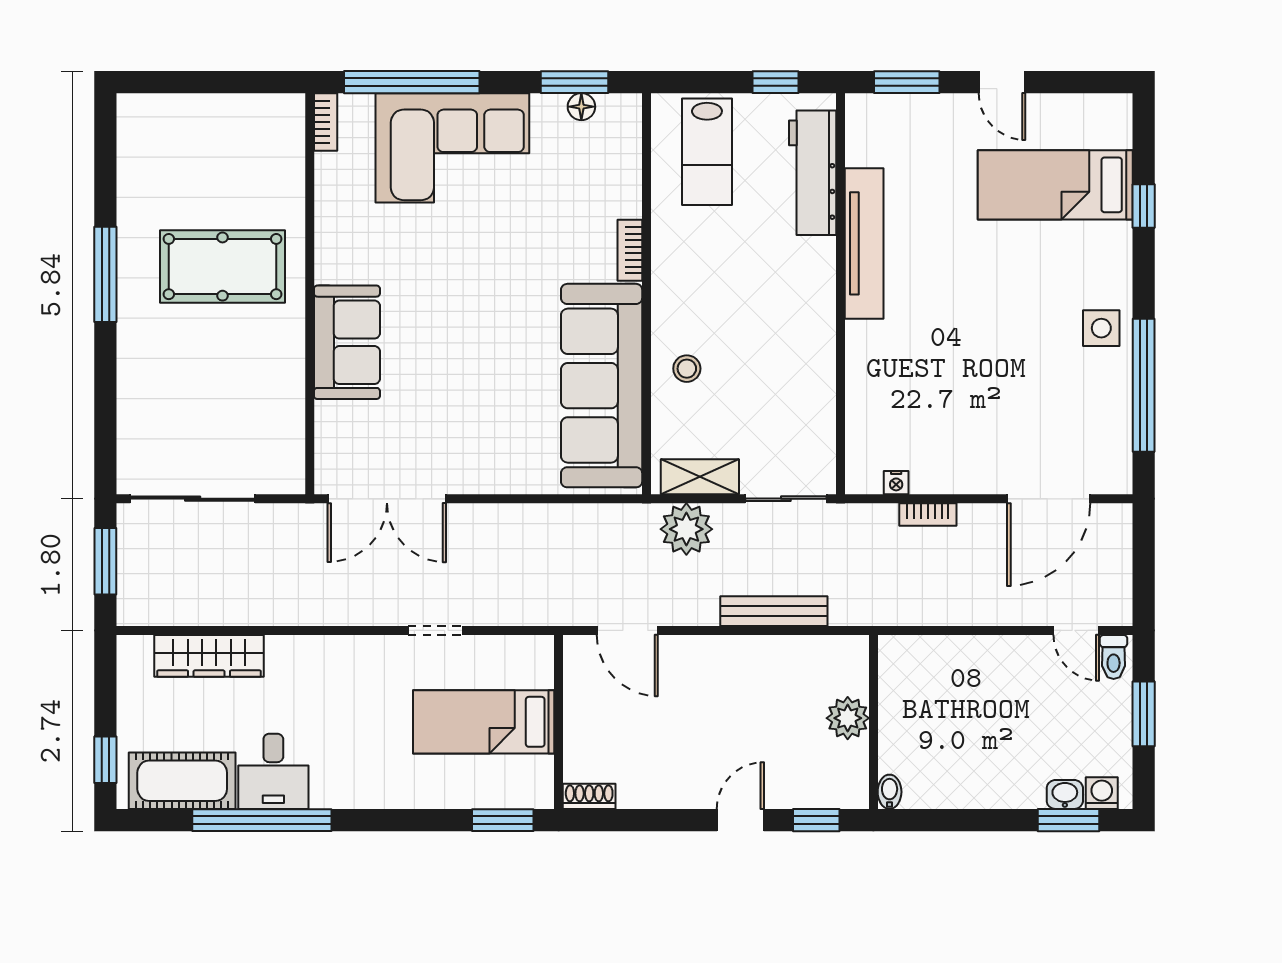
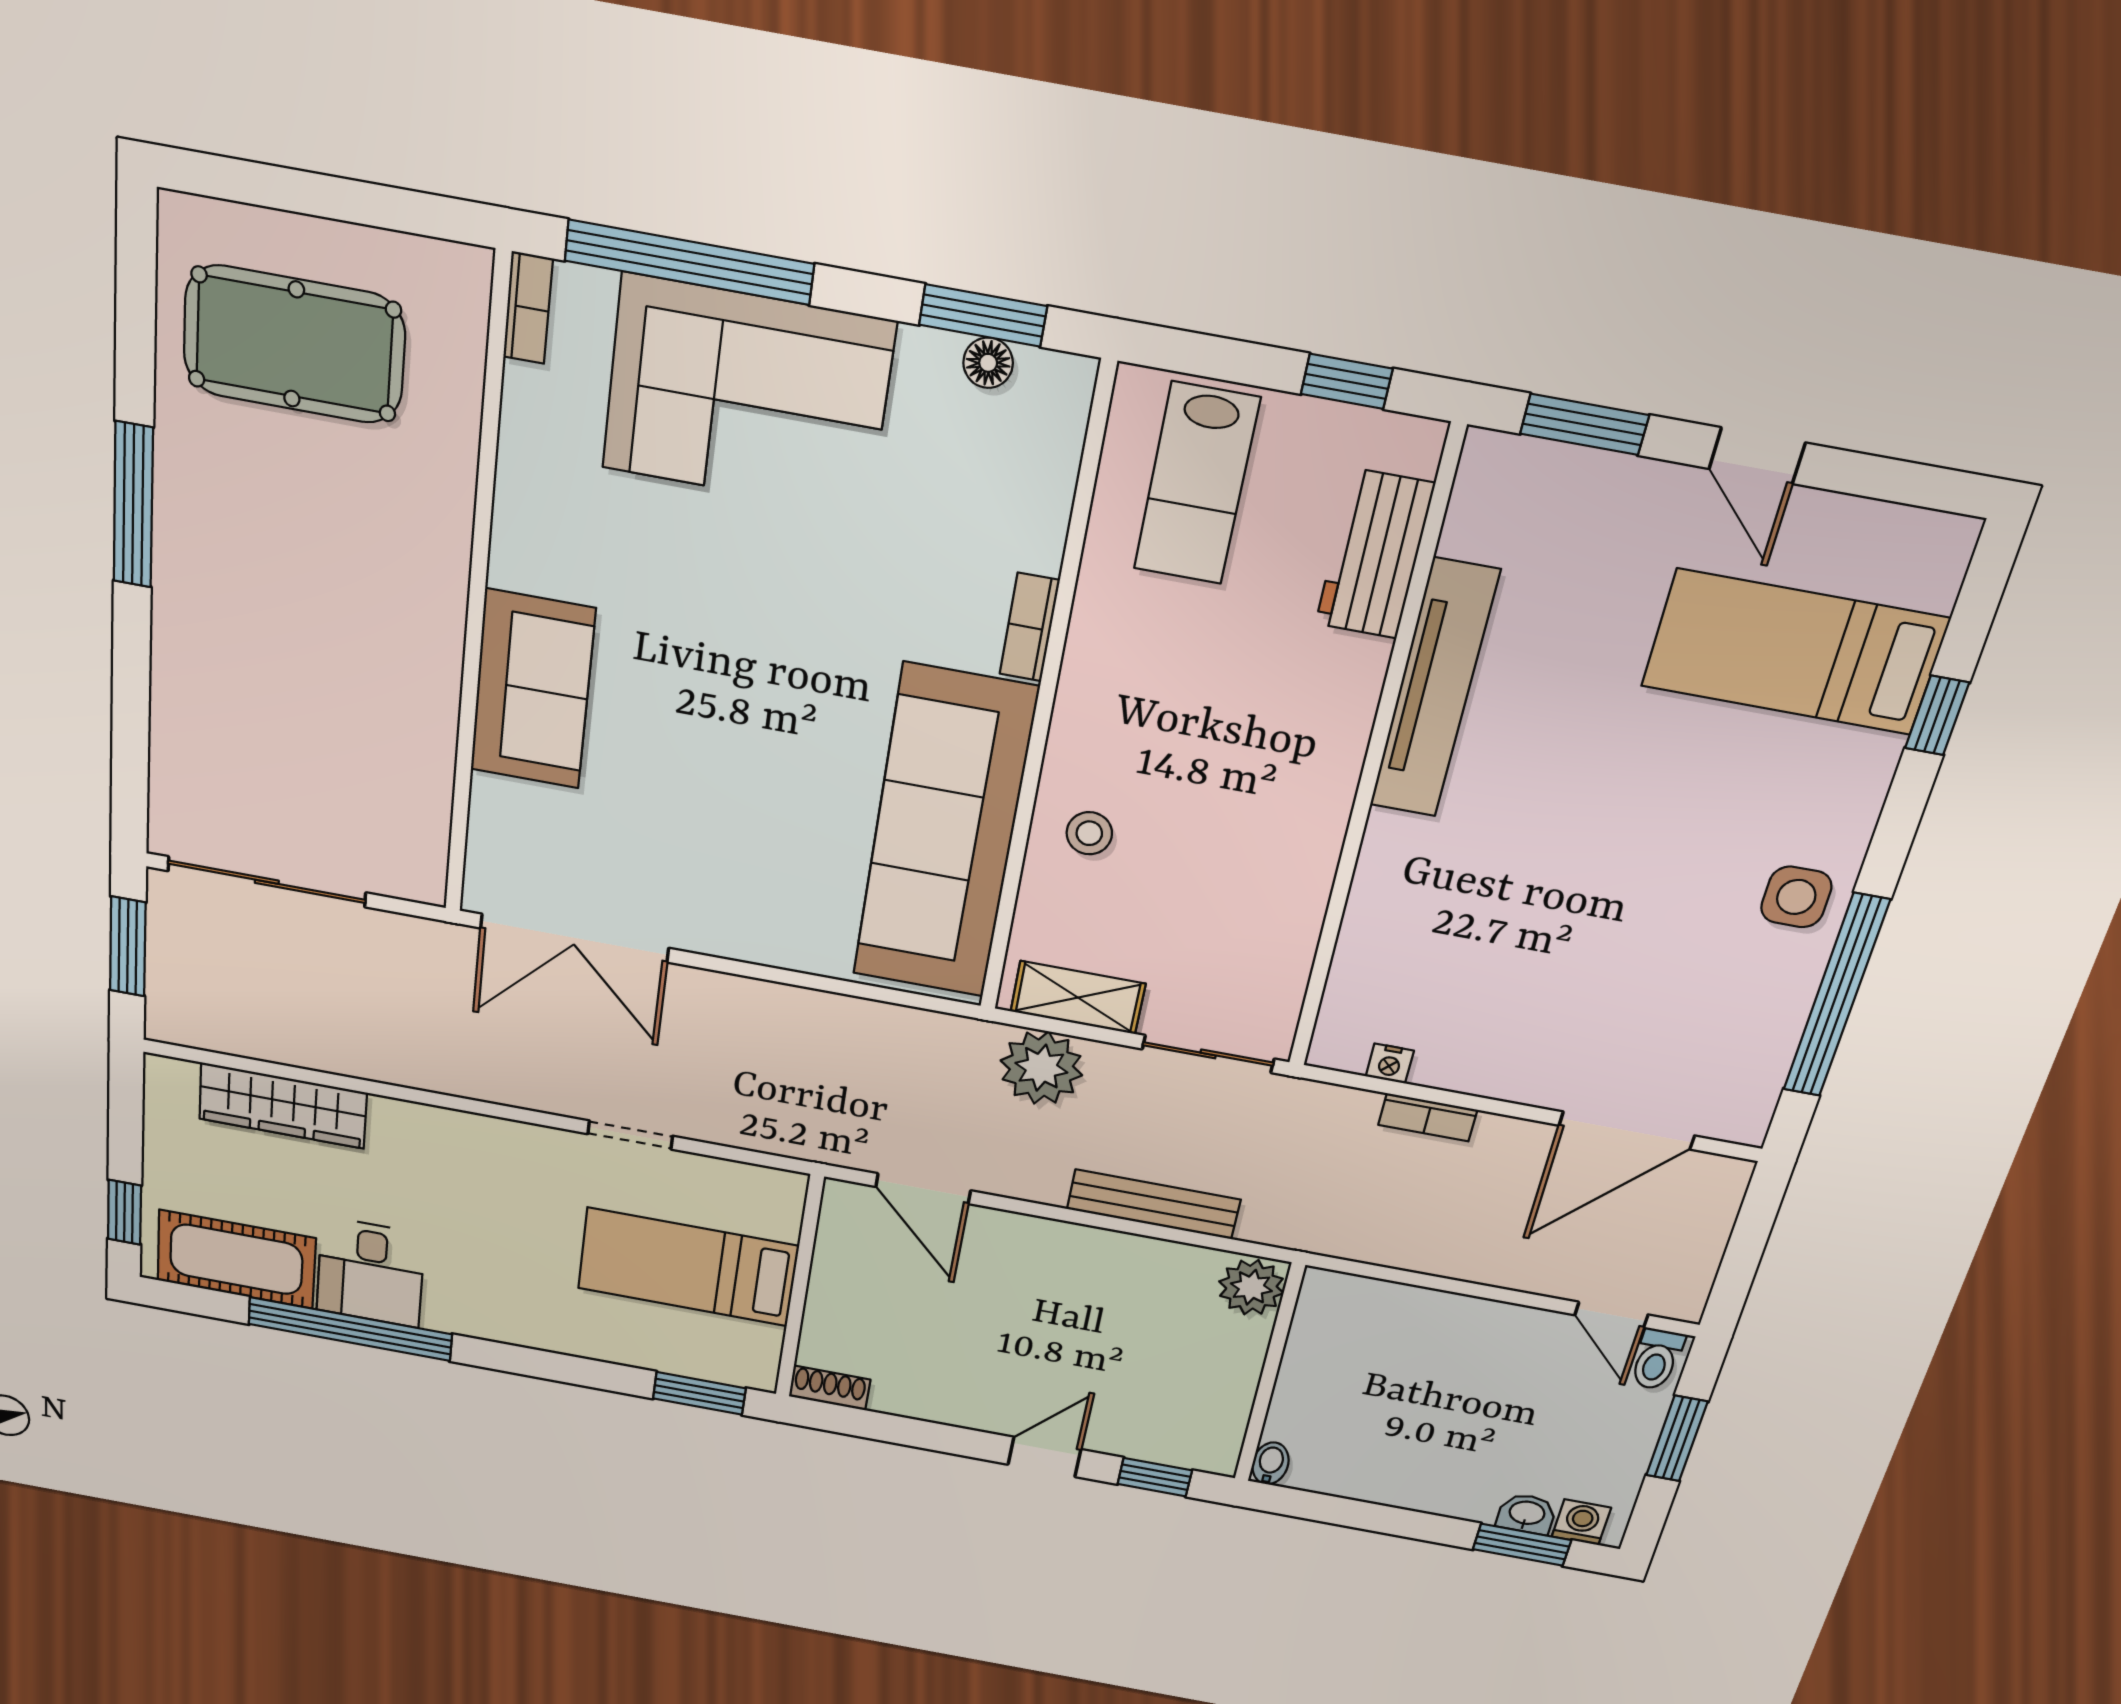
workbench: (813, 173) -> (1375, 554), width x0.73
pool table: (223, 267) -> (294, 344), moved
plant: (848, 718) -> (1251, 1287), moved

